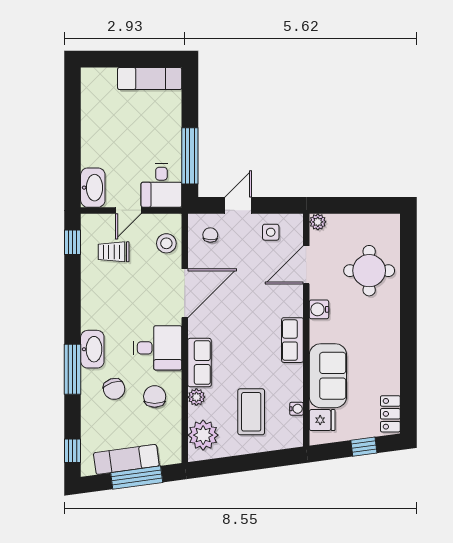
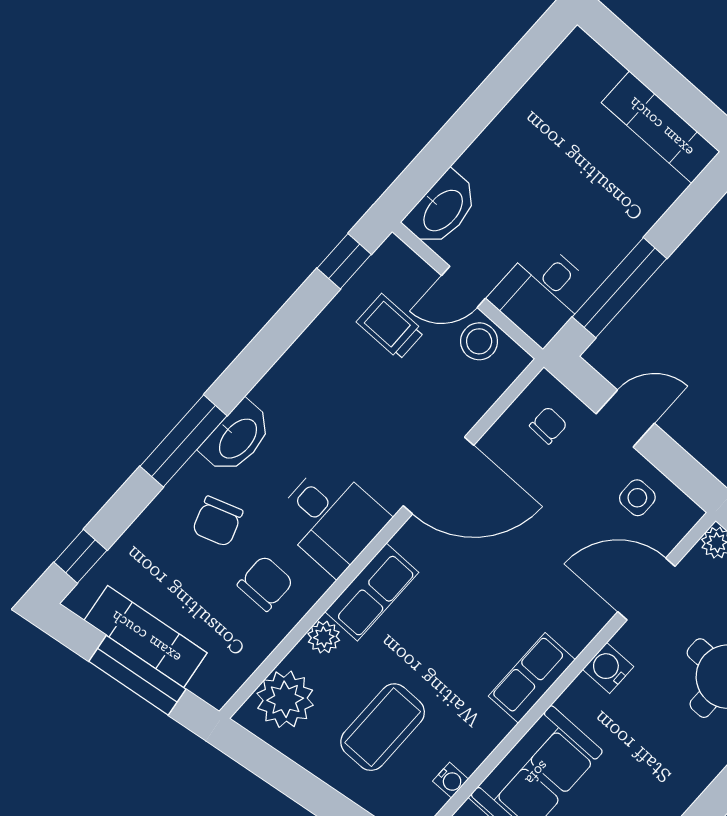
stool: (166, 243) -> (479, 341), moved

